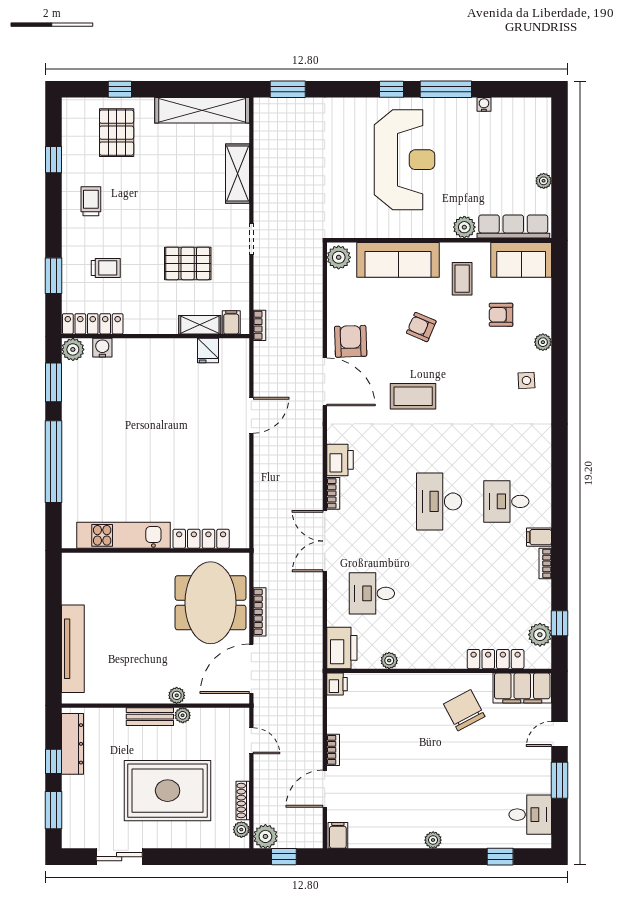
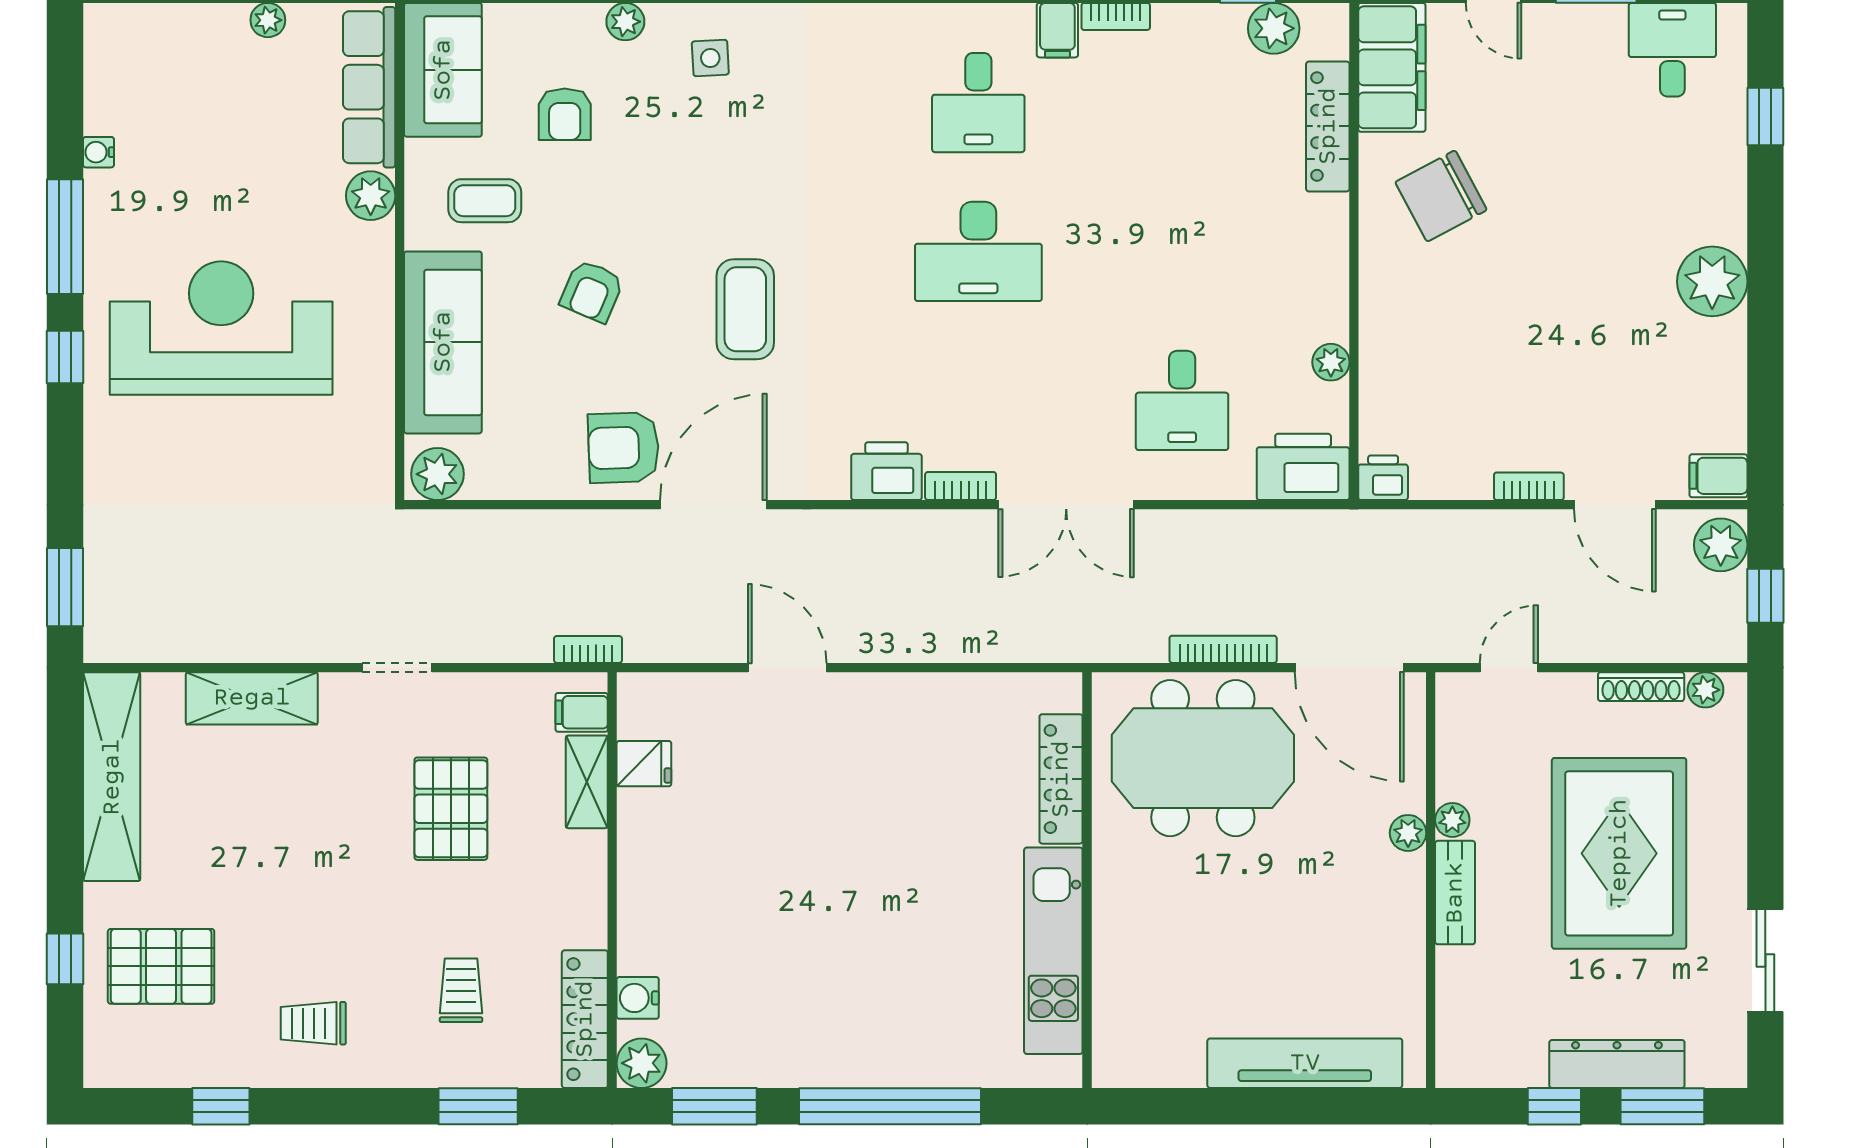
dresser: (72, 744) -> (1617, 1064), moved
plant: (265, 836) -> (1721, 545), moved
plant: (433, 840) -> (1712, 281), width x1.87, depth x1.87

